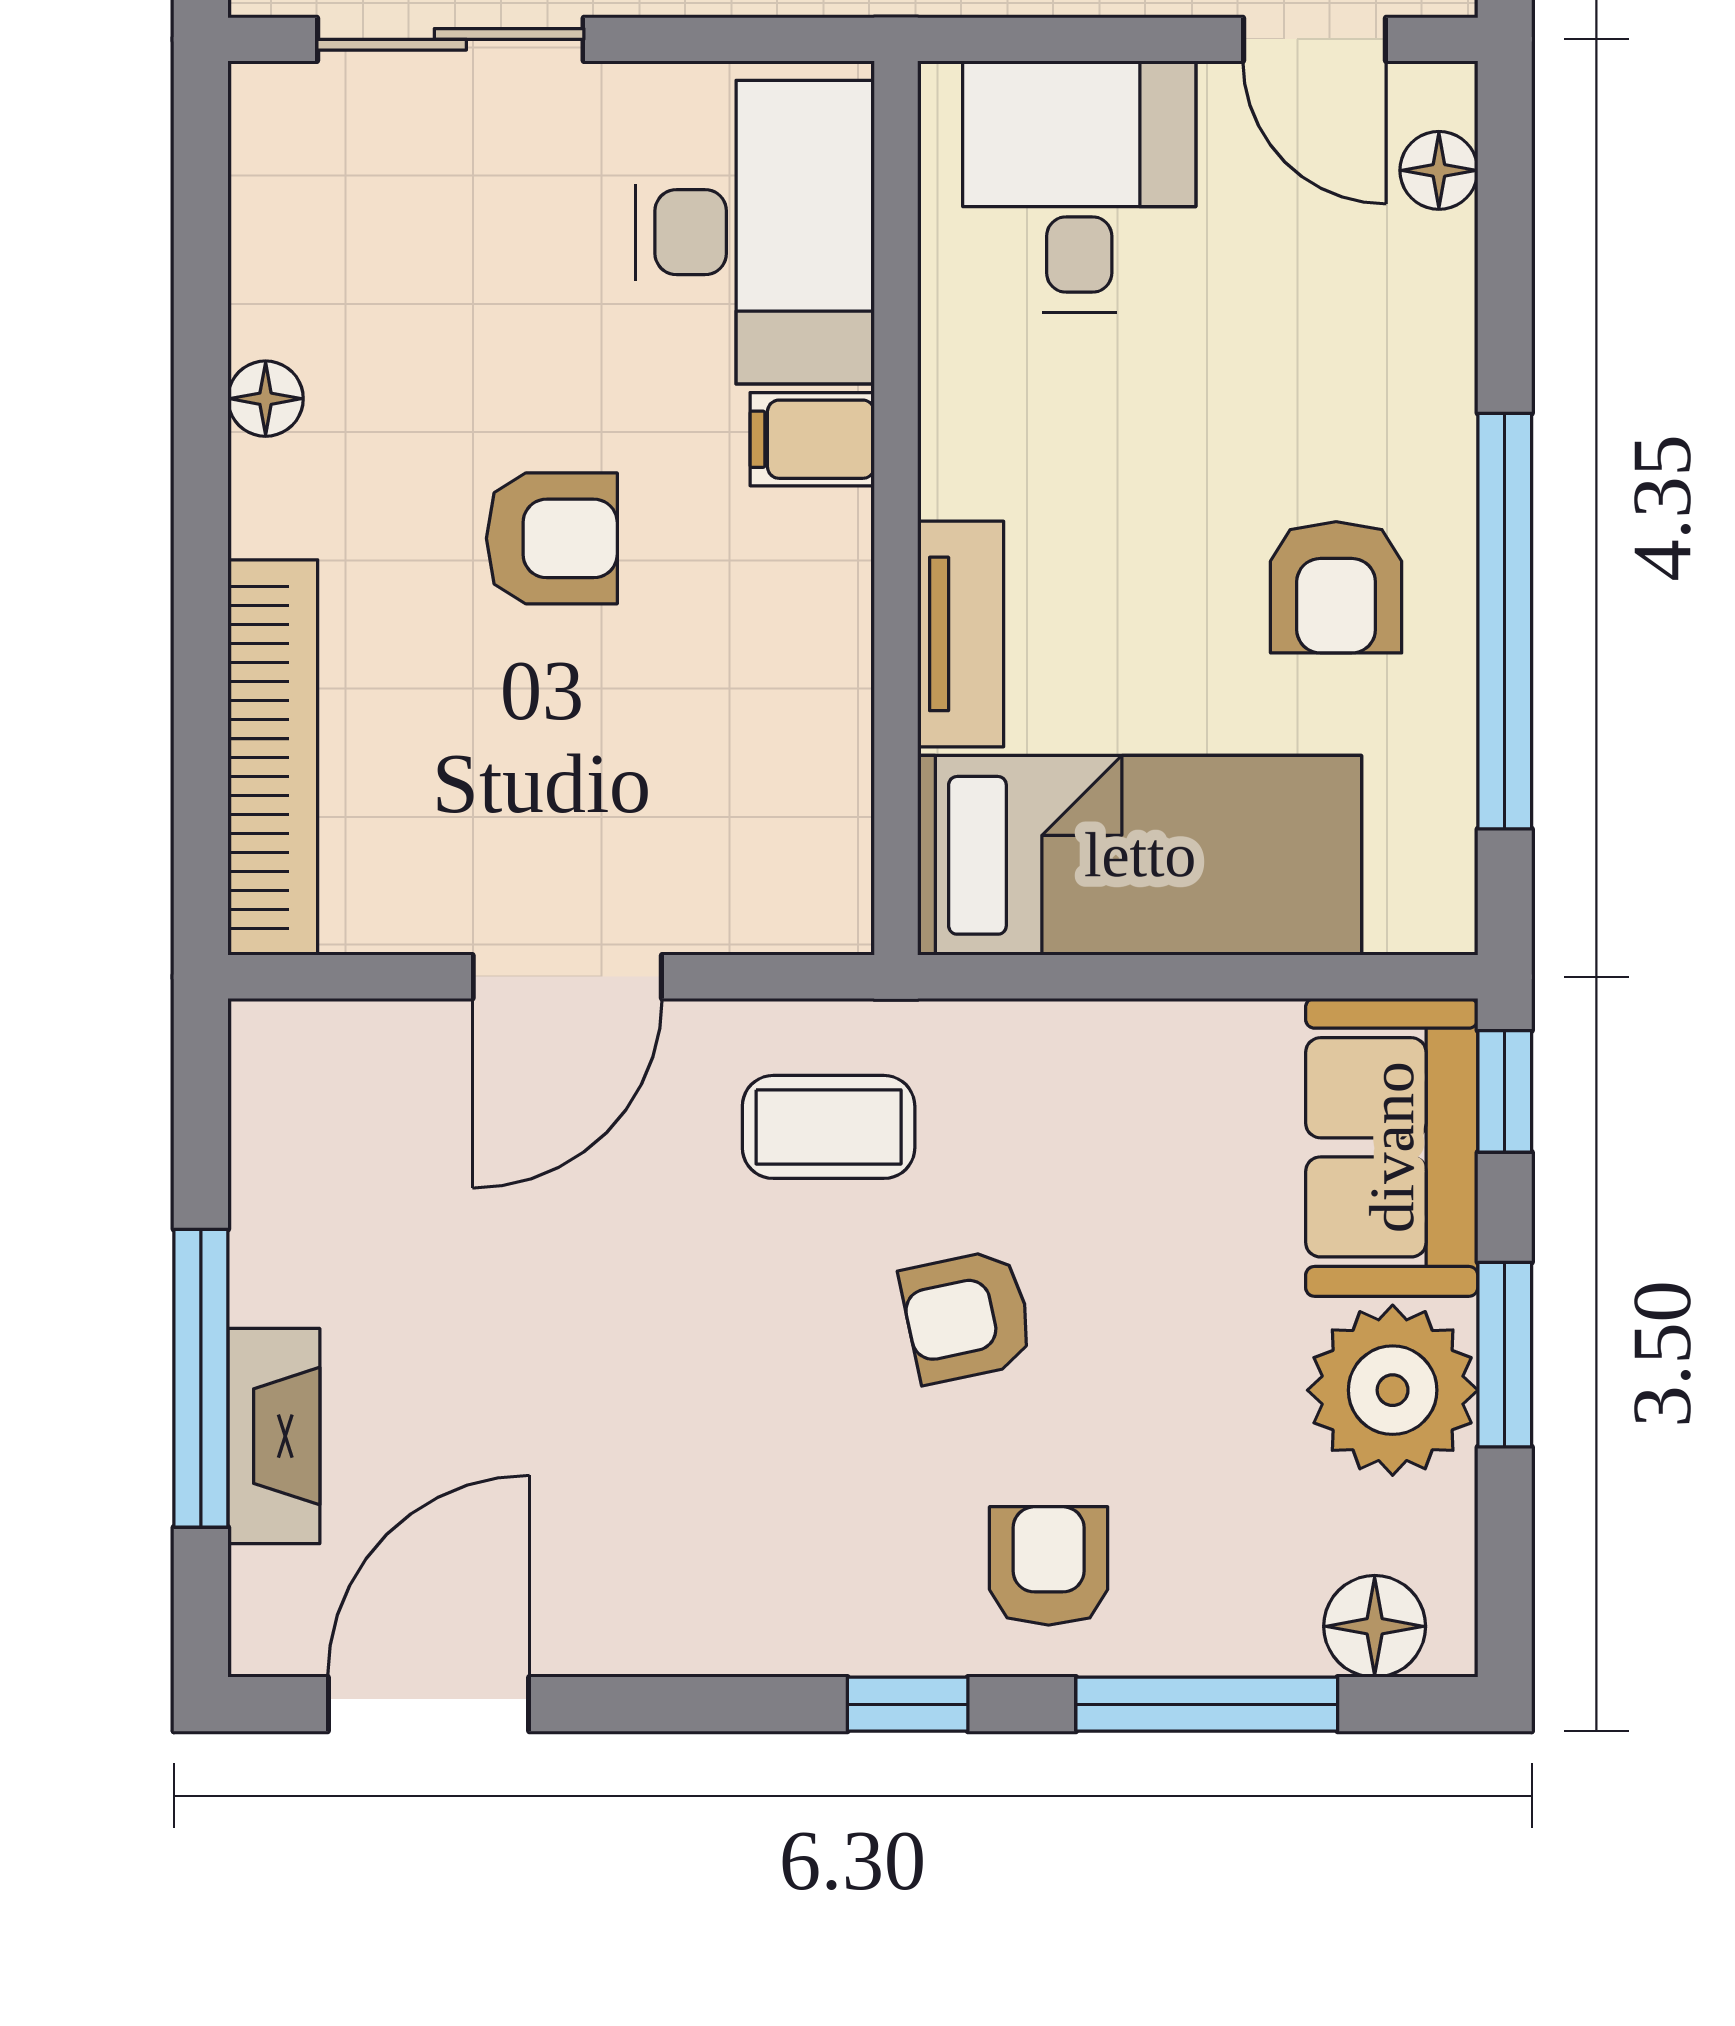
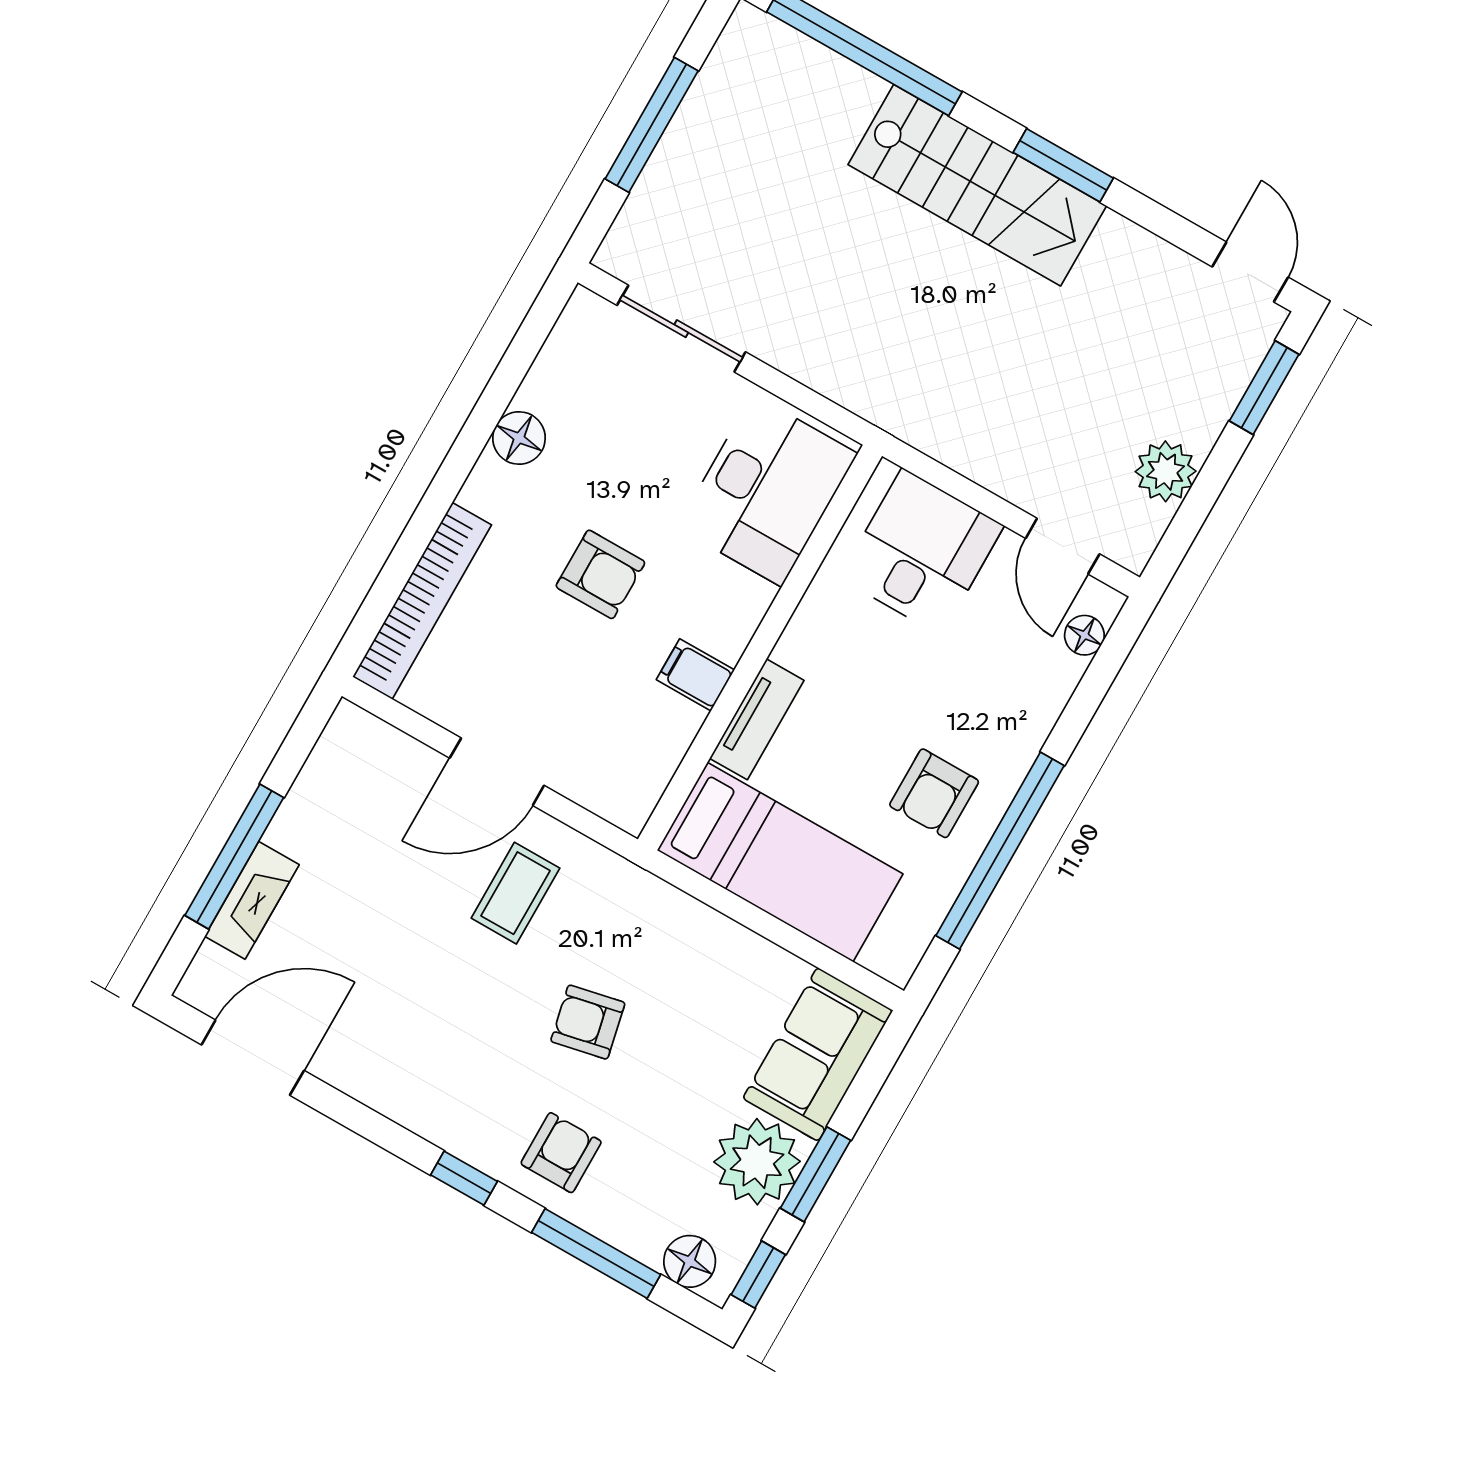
floor lamp: (266, 399) -> (519, 438), width x1.37, depth x1.37
filing cabinet: (812, 439) -> (695, 675), moved
window: (1505, 1091) -> (758, 1275), moved
coffee table: (829, 1127) -> (515, 893), moved, turned 90

